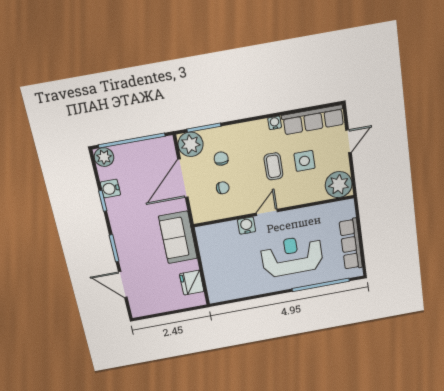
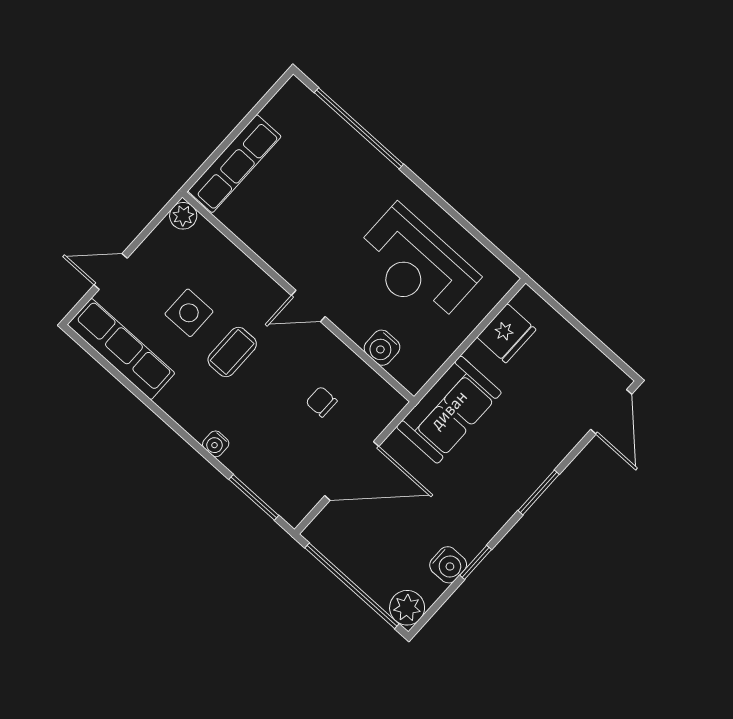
water cooler: (275, 123) -> (216, 444), moved
plant: (191, 144) -> (293, 498), removed
chair: (221, 159) -> (280, 438), removed
plant: (339, 185) -> (183, 216), width x0.53, depth x0.53
water cooler: (247, 226) -> (382, 348), moved
row of seats: (351, 244) -> (234, 164), moved
reception desk: (292, 256) -> (416, 265), moved
door: (123, 285) -> (611, 412), moved

